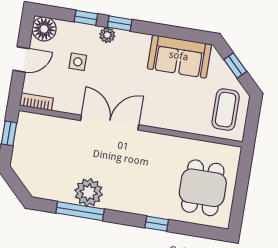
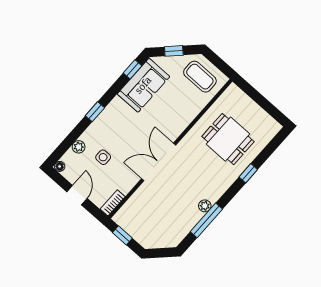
window: (86, 18) -> (133, 69), moved
floor lamp: (44, 29) -> (60, 166), width x0.53, depth x0.53
plant: (107, 35) -> (79, 147), moved
dining table: (203, 188) -> (228, 139), moved
plant: (89, 192) -> (205, 206), width x0.53, depth x0.53

